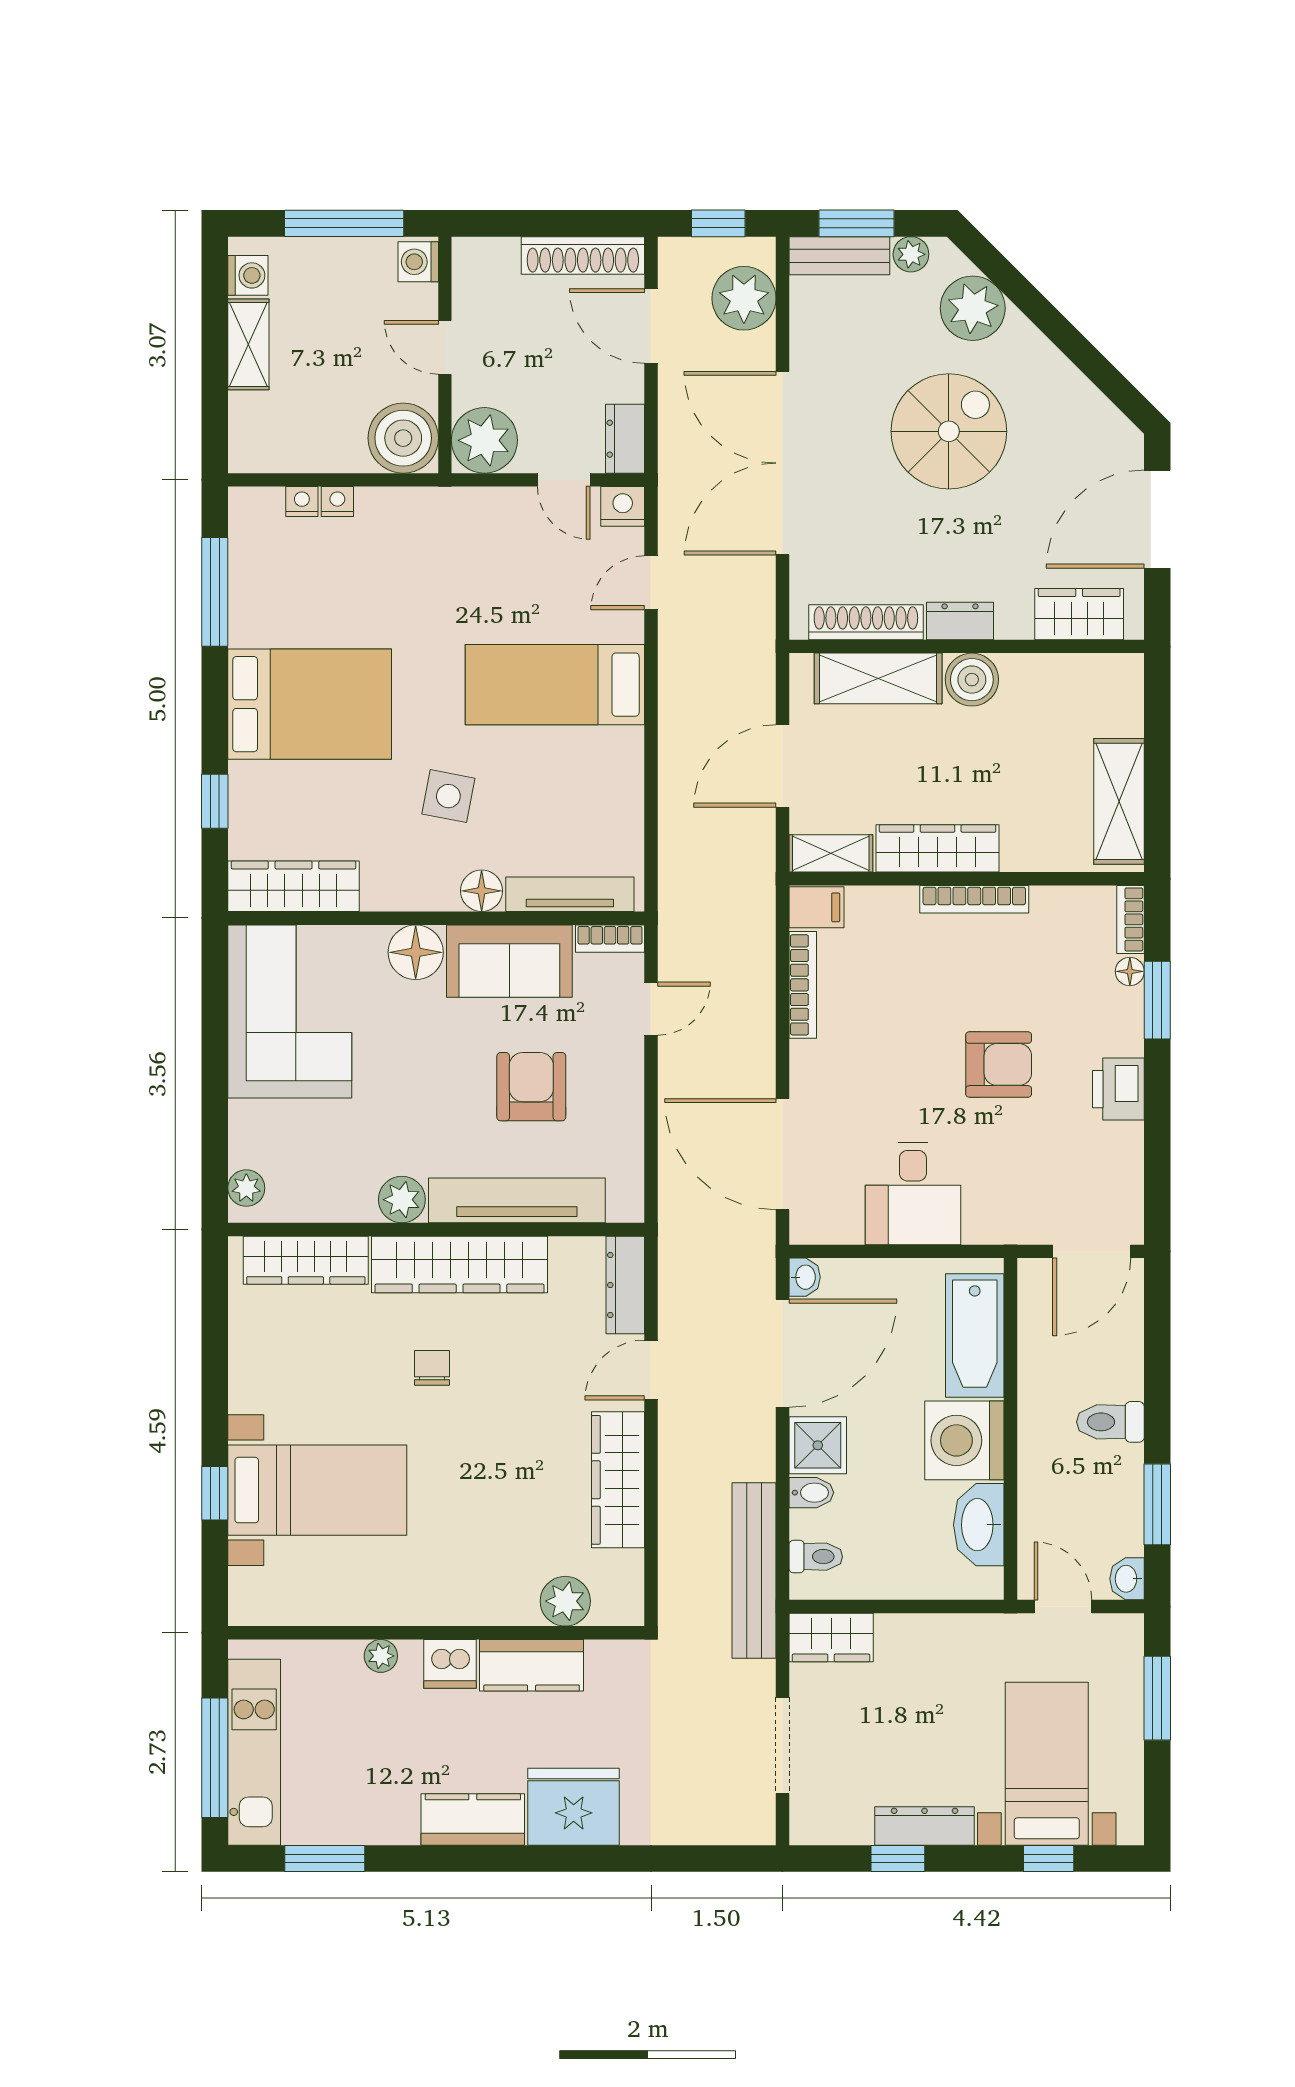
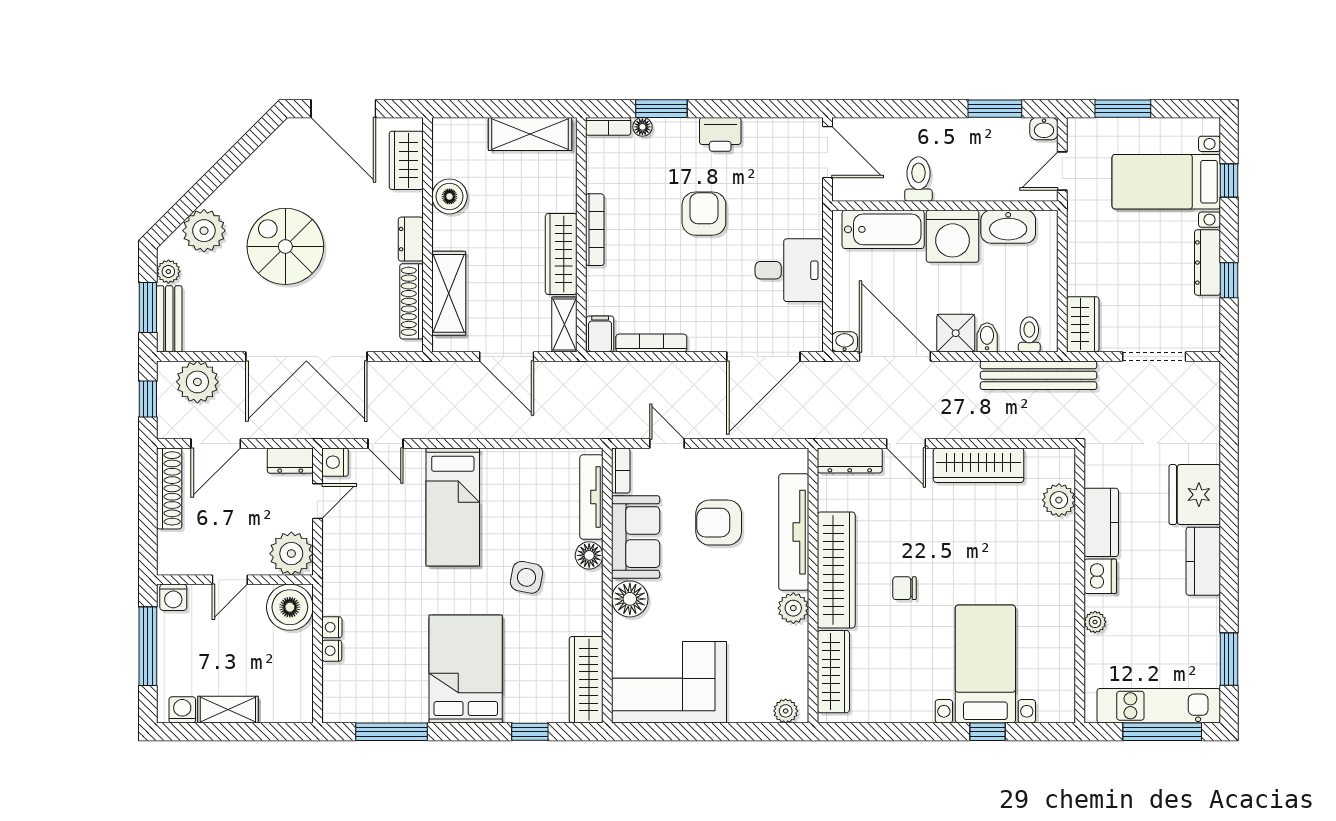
nightstand: (302, 502) -> (332, 627), moved
boiler: (972, 680) -> (449, 196), moved
toilet: (1110, 1422) -> (918, 179), moved, turned 180

